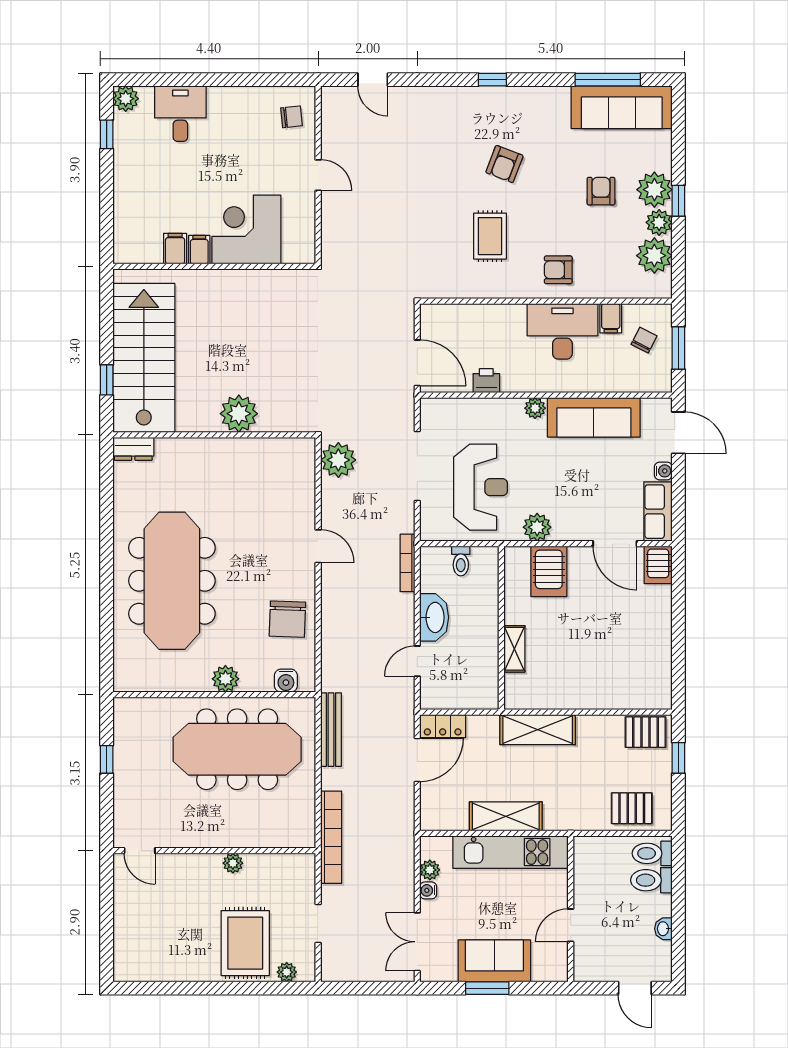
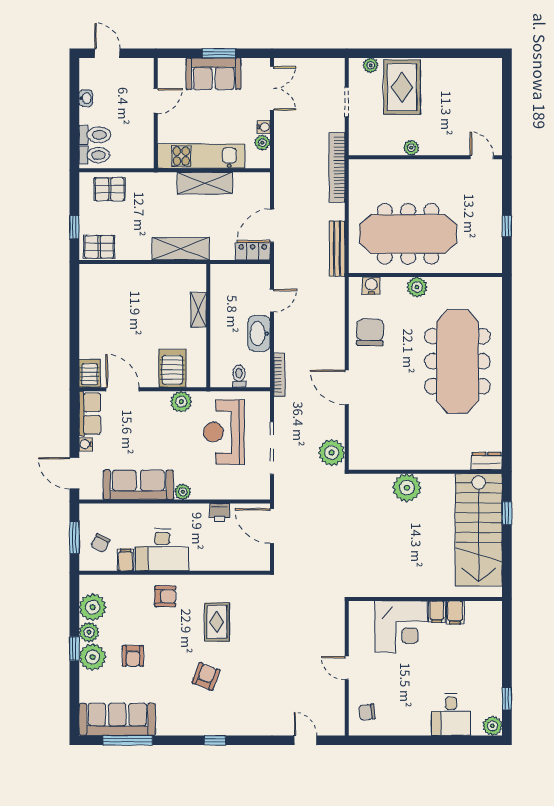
door: (318, 546) -> (347, 387), width x1.38

